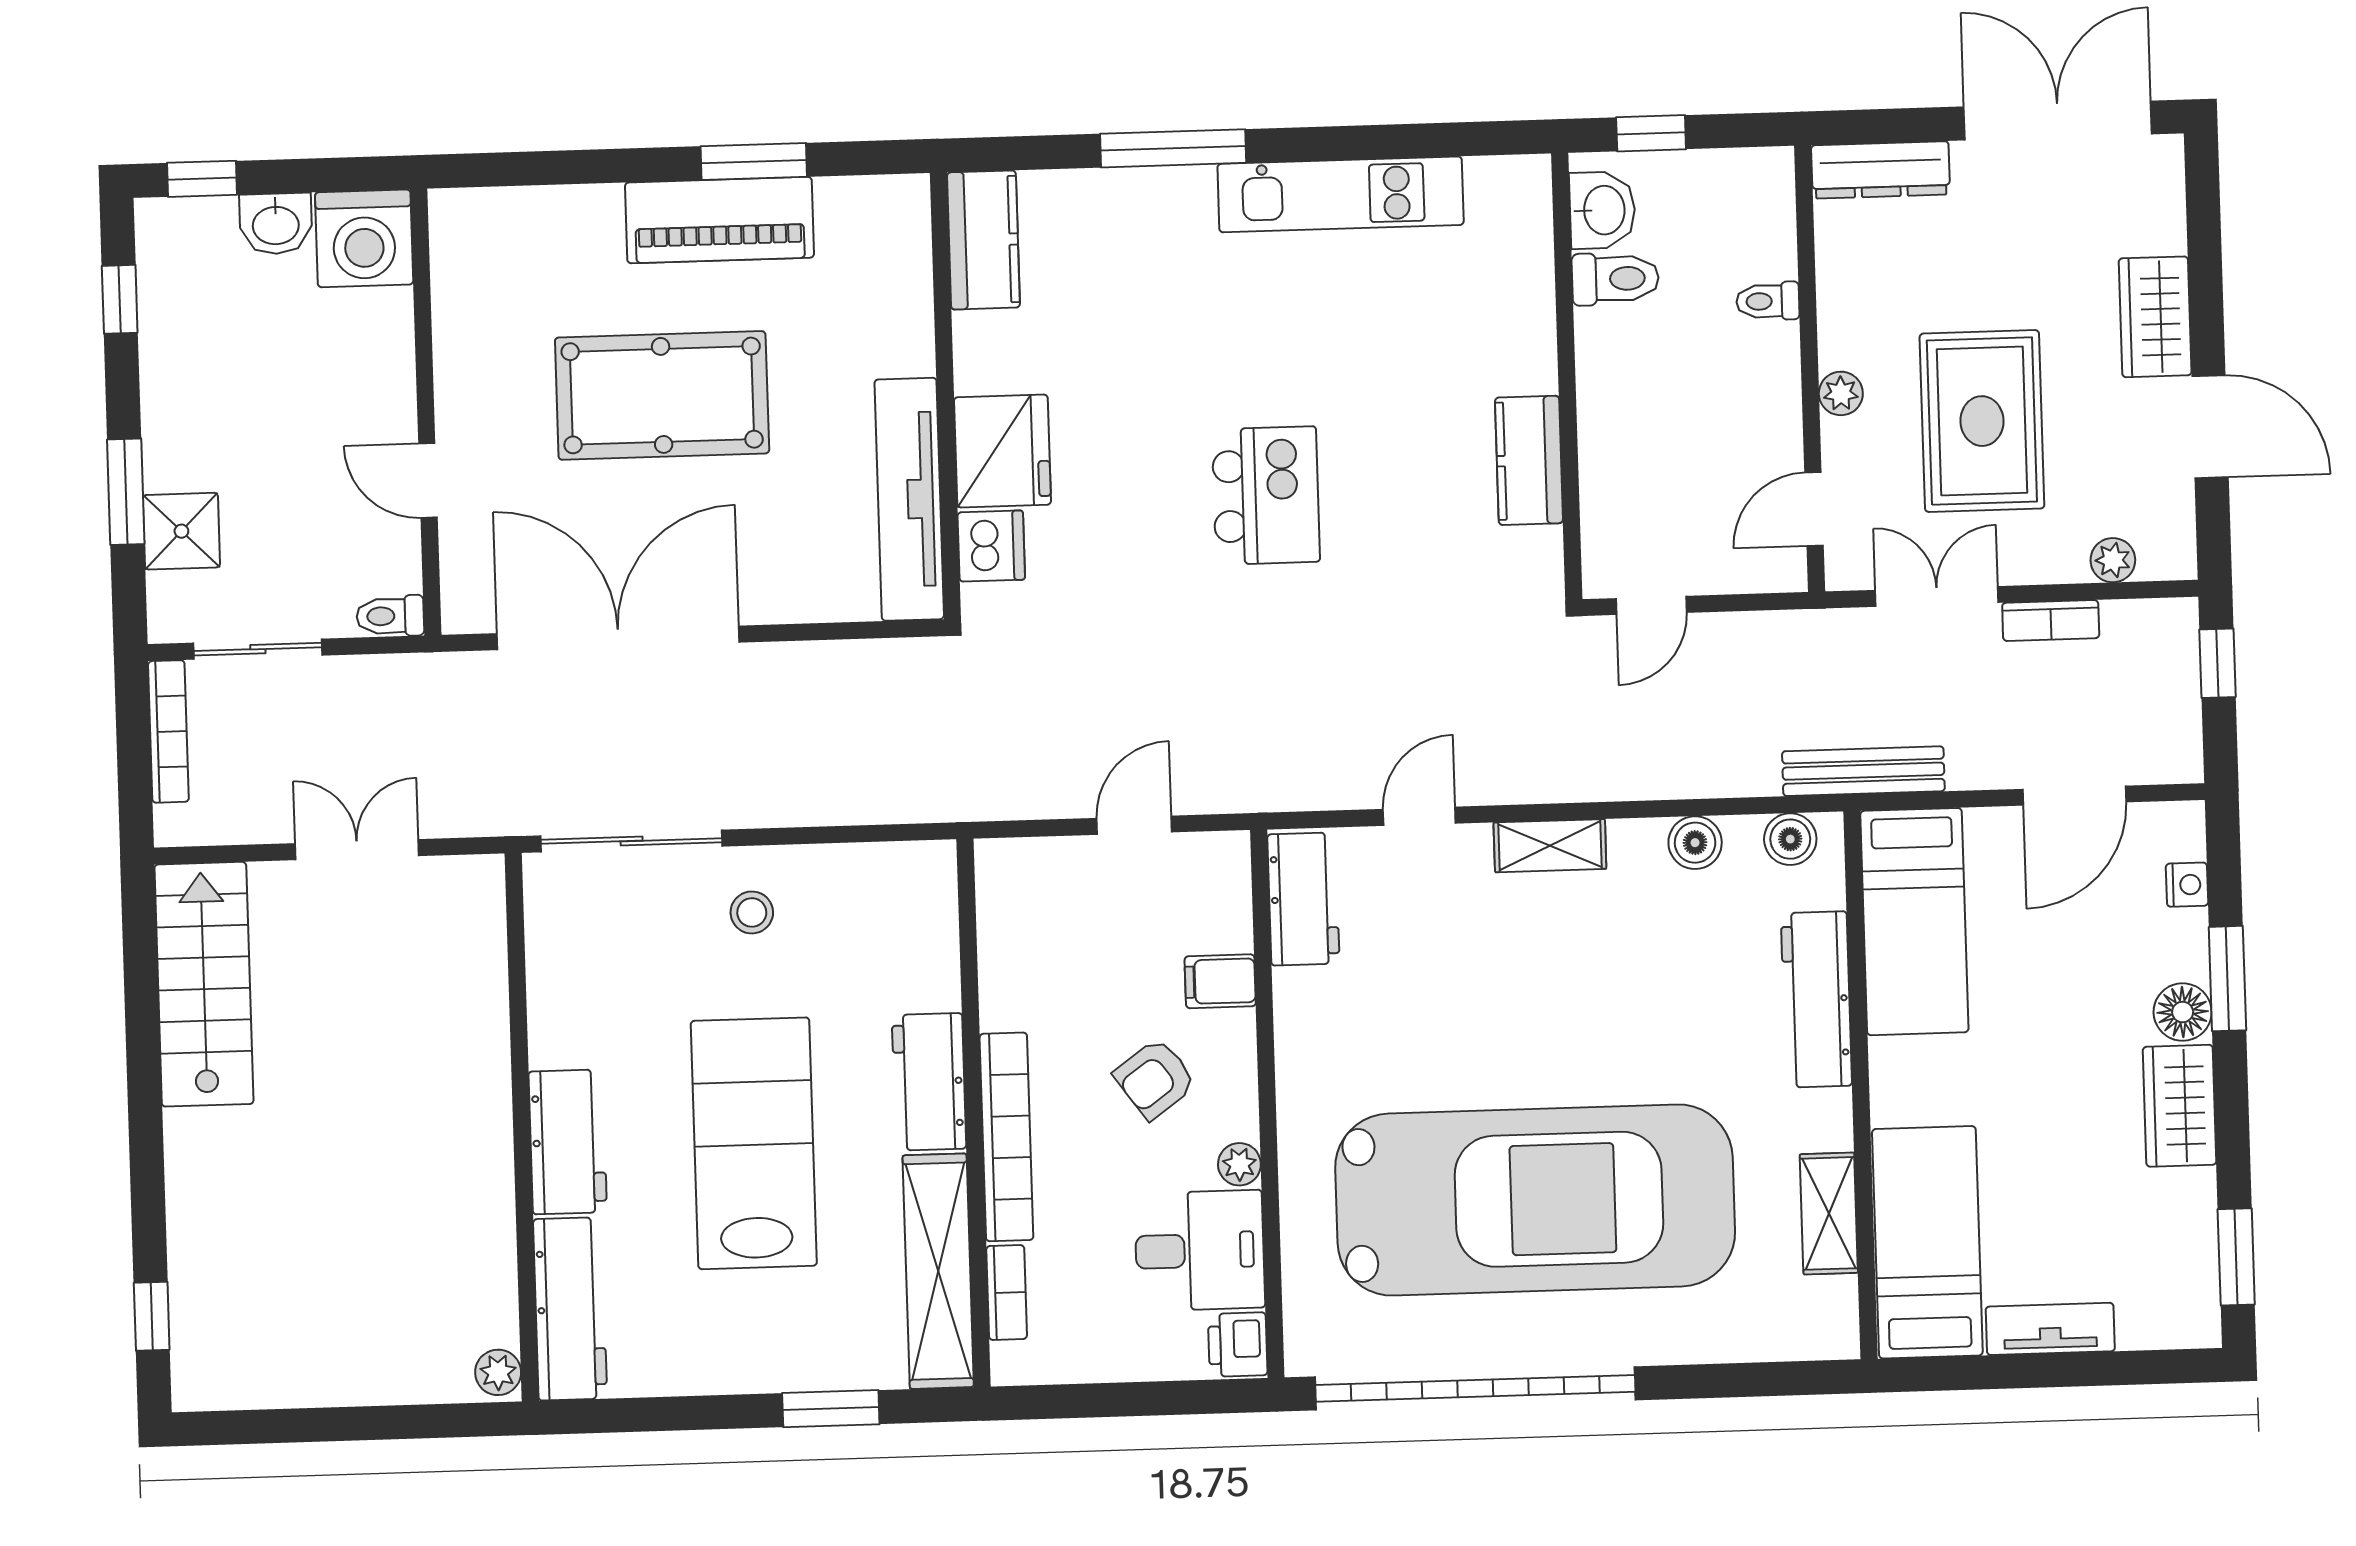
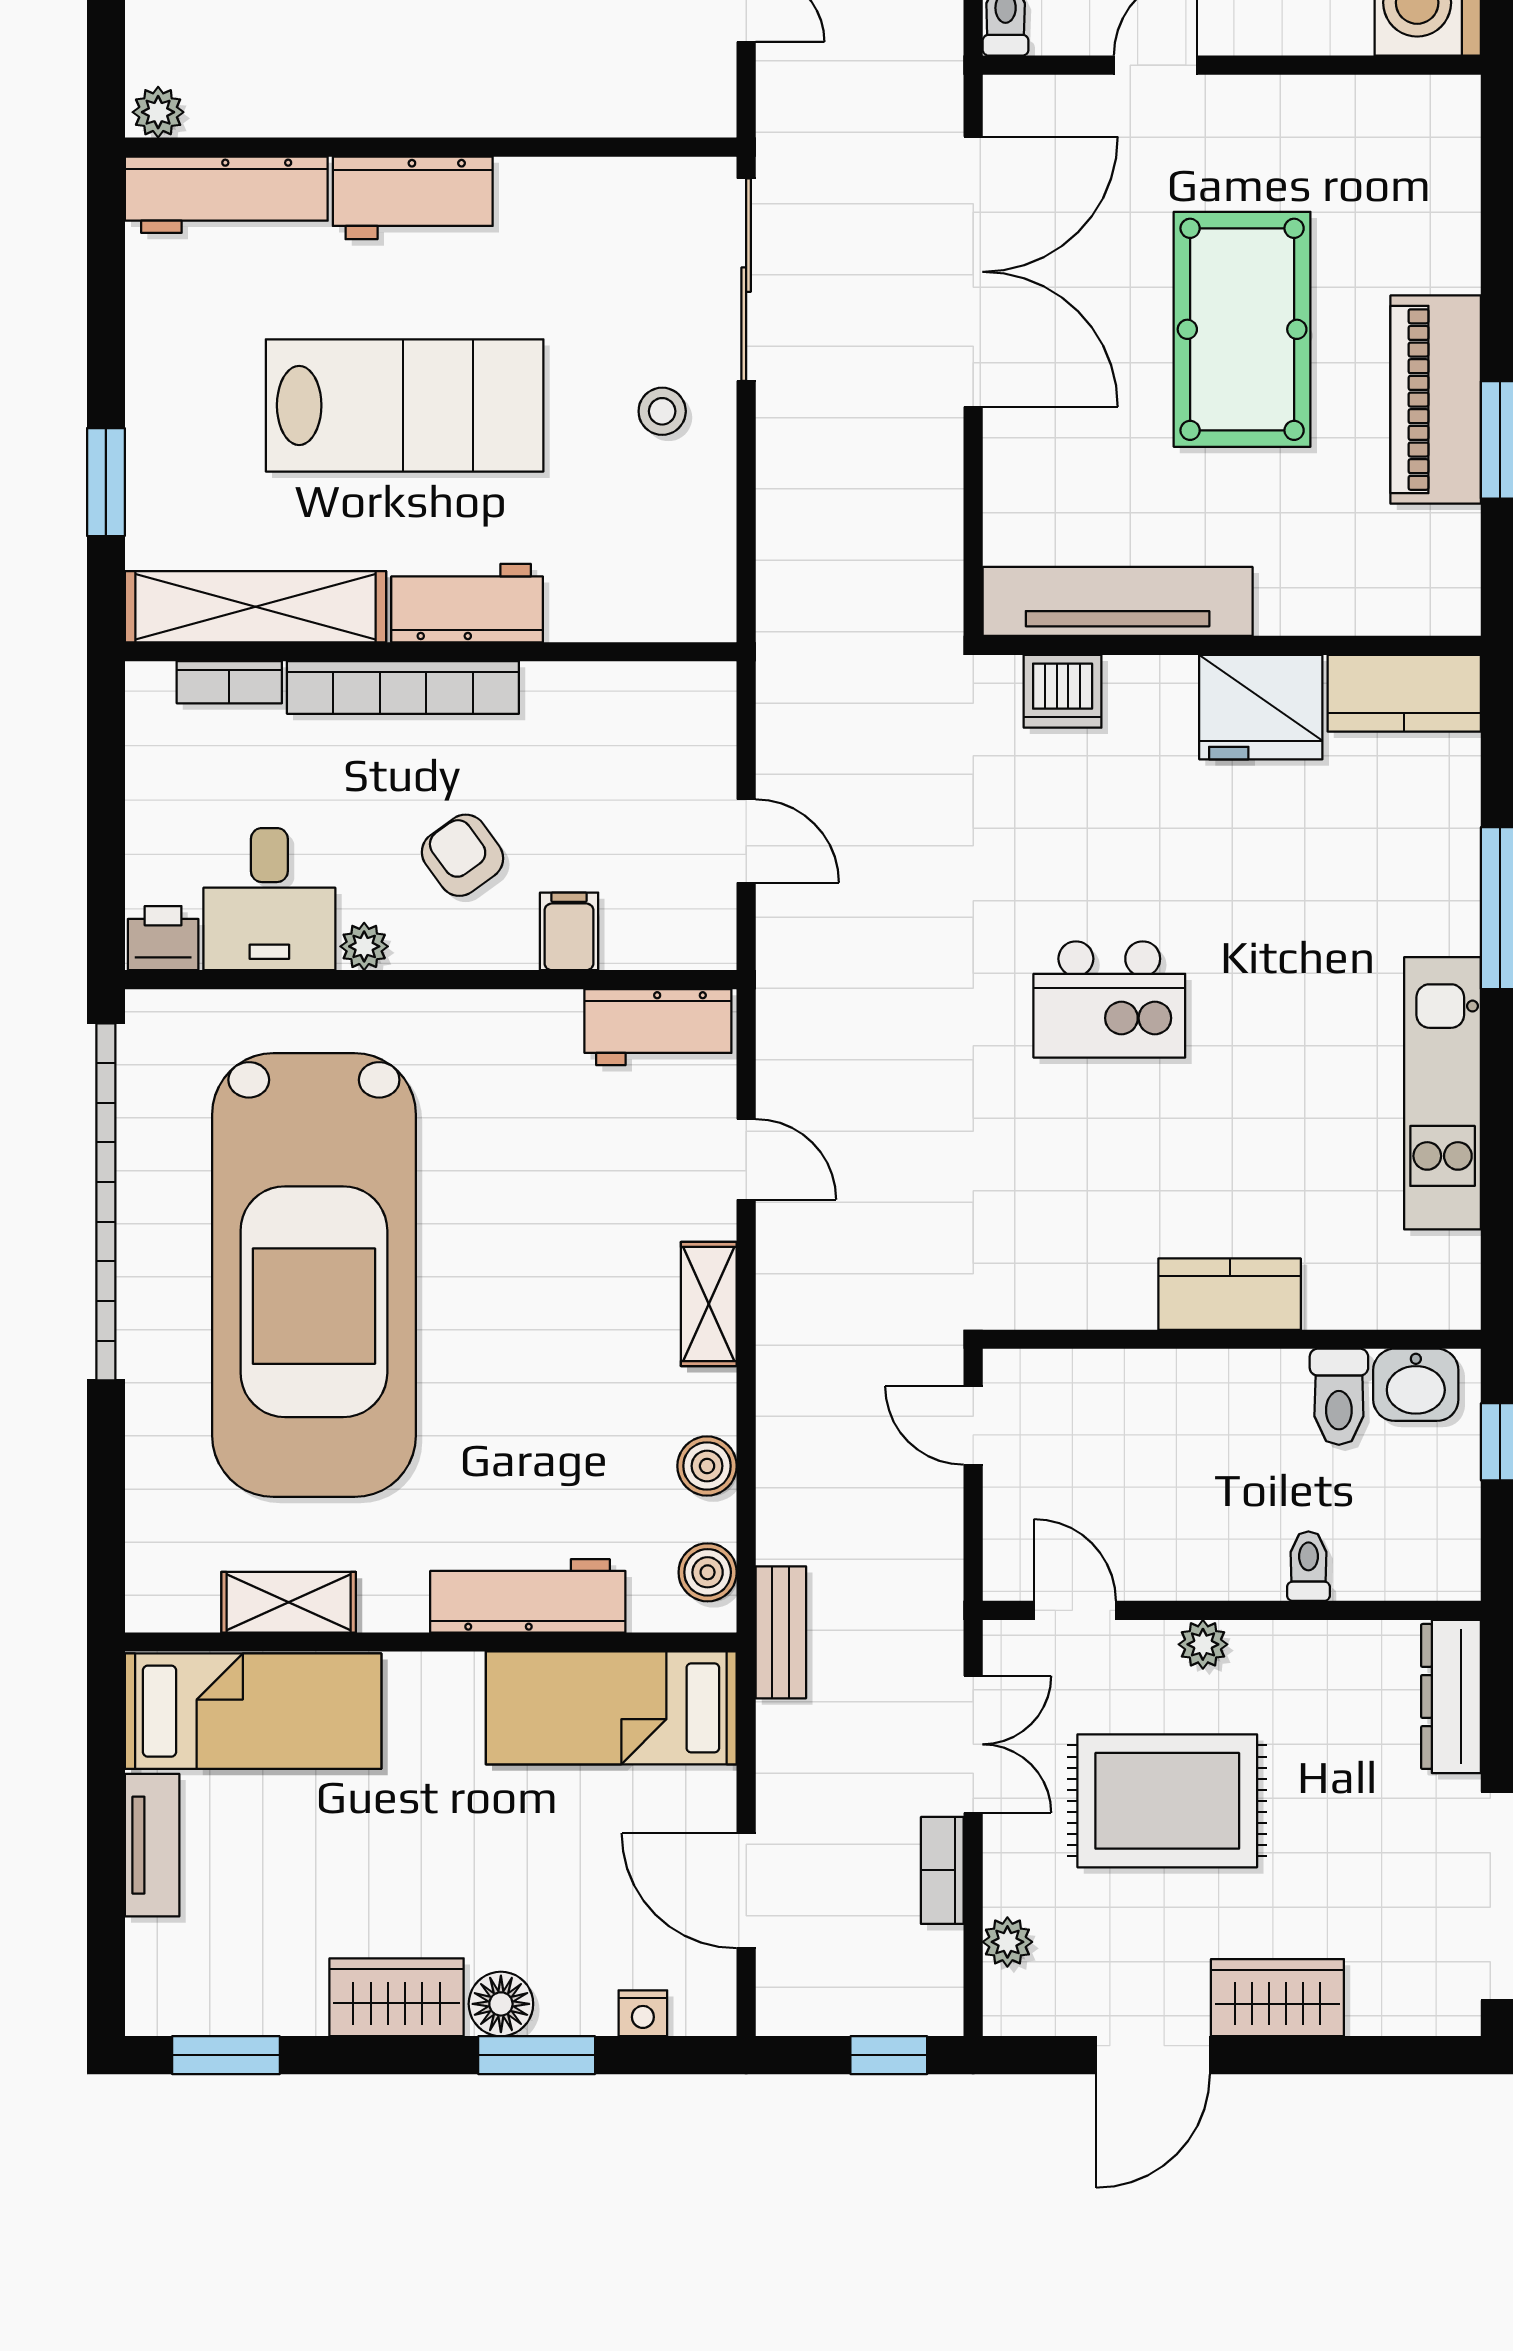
fridge: (1002, 451) -> (1261, 707), moved
kitchen counter: (1529, 460) -> (1230, 1294), moved
bench: (1863, 771) -> (781, 1632), width x0.73

